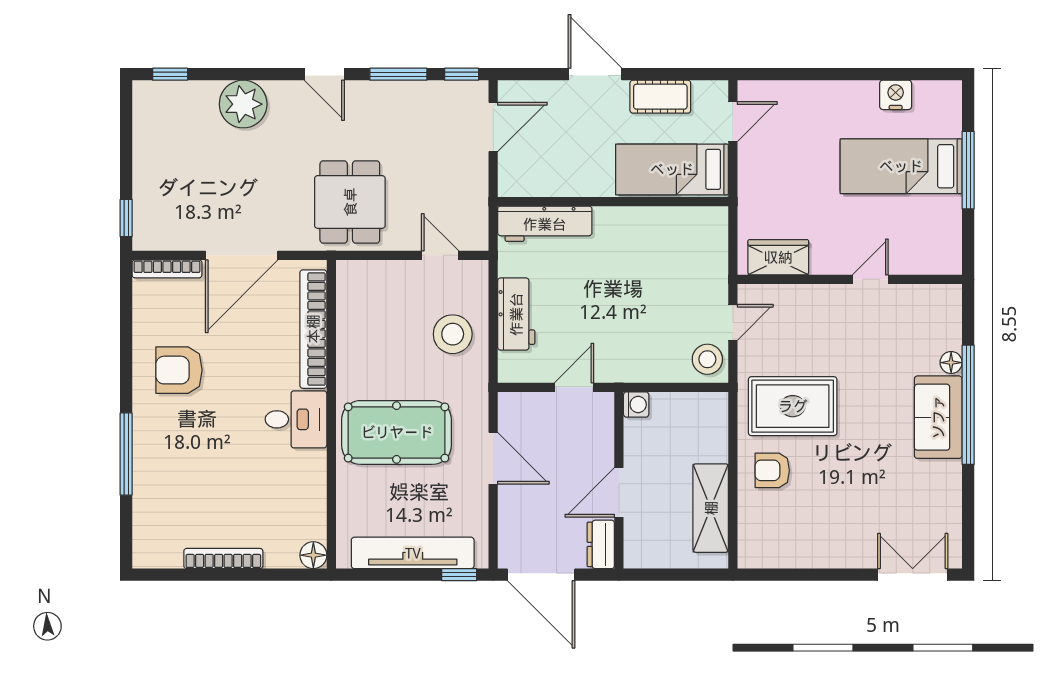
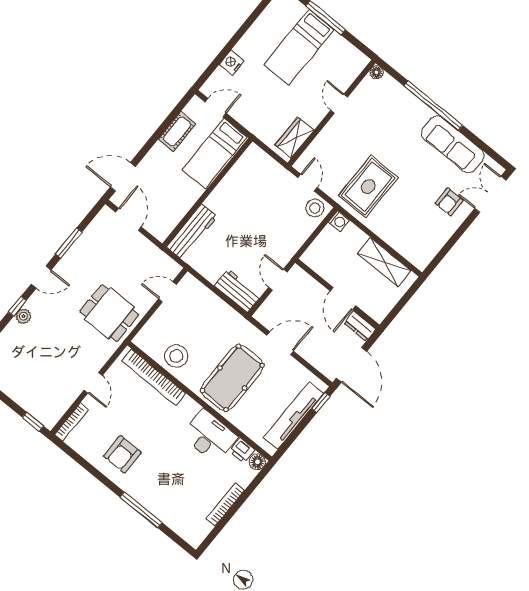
window: (462, 74) -> (17, 306), moved
door: (595, 74) -> (123, 177), moved
nightstand: (896, 95) -> (232, 63), moved
plant: (243, 104) -> (23, 316), width x0.53, depth x0.53
door: (733, 122) -> (216, 108), hinge flipped
door: (242, 255) -> (93, 383), width x0.53
workbench: (516, 314) -> (238, 291), moved
stool: (453, 334) -> (176, 356), moved
floor lamp: (951, 363) -> (377, 72), moved
washing machine: (636, 404) -> (339, 221), moved, turned 90
sofa: (938, 417) -> (453, 144), moved, width x1.36
desk: (296, 419) -> (210, 436), moved, width x1.37
armchair: (772, 470) -> (449, 202), moved
printer: (312, 523) -> (242, 450), added
door: (541, 575) -> (351, 365), hinge flipped

